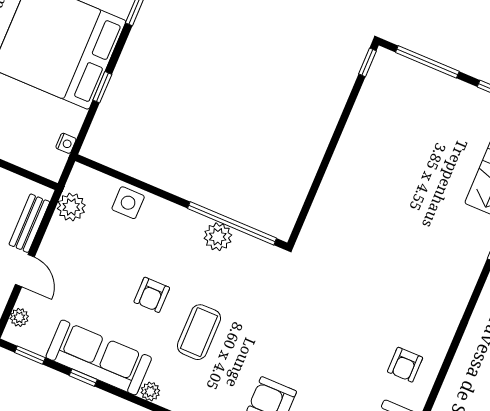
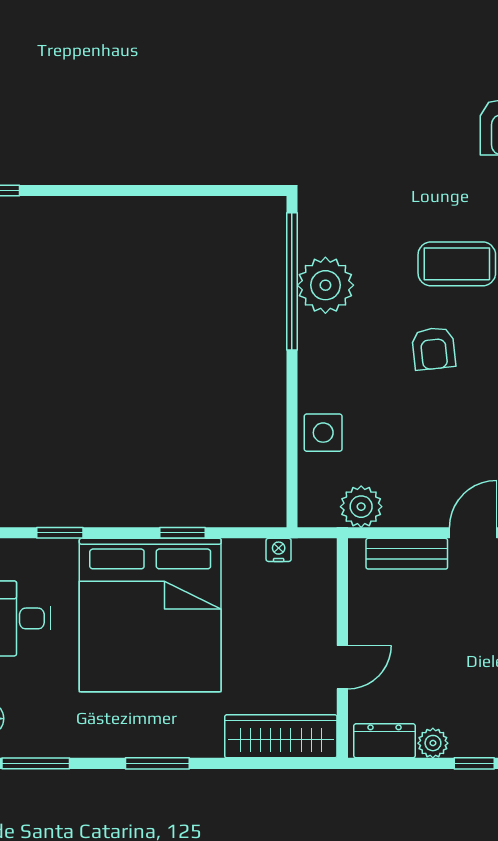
plant: (218, 237) -> (325, 285), width x1.36, depth x1.36
armchair: (152, 295) -> (434, 348), turned 84

